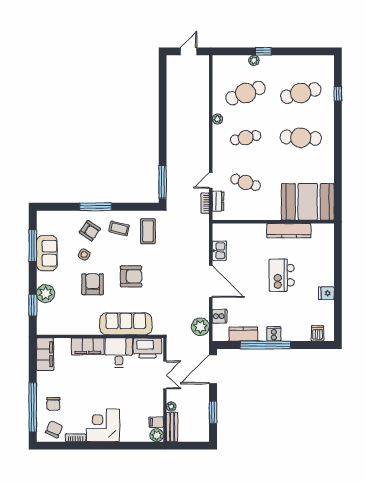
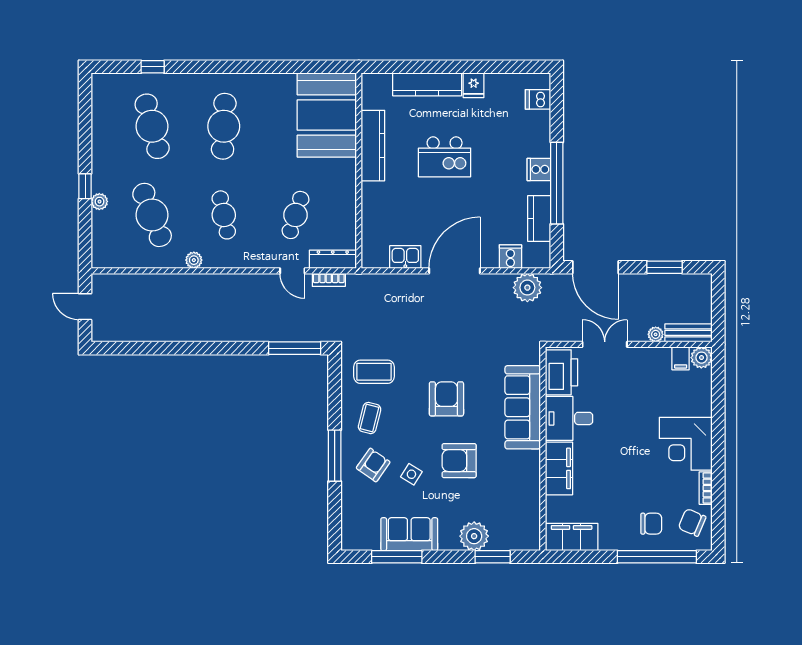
dresser: (218, 201) -> (333, 259), width x1.44
kitchen counter: (327, 264) -> (427, 84), added

